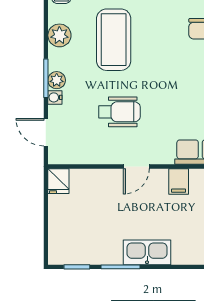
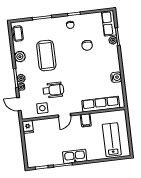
side table: (93, 146) -> (42, 108), added

